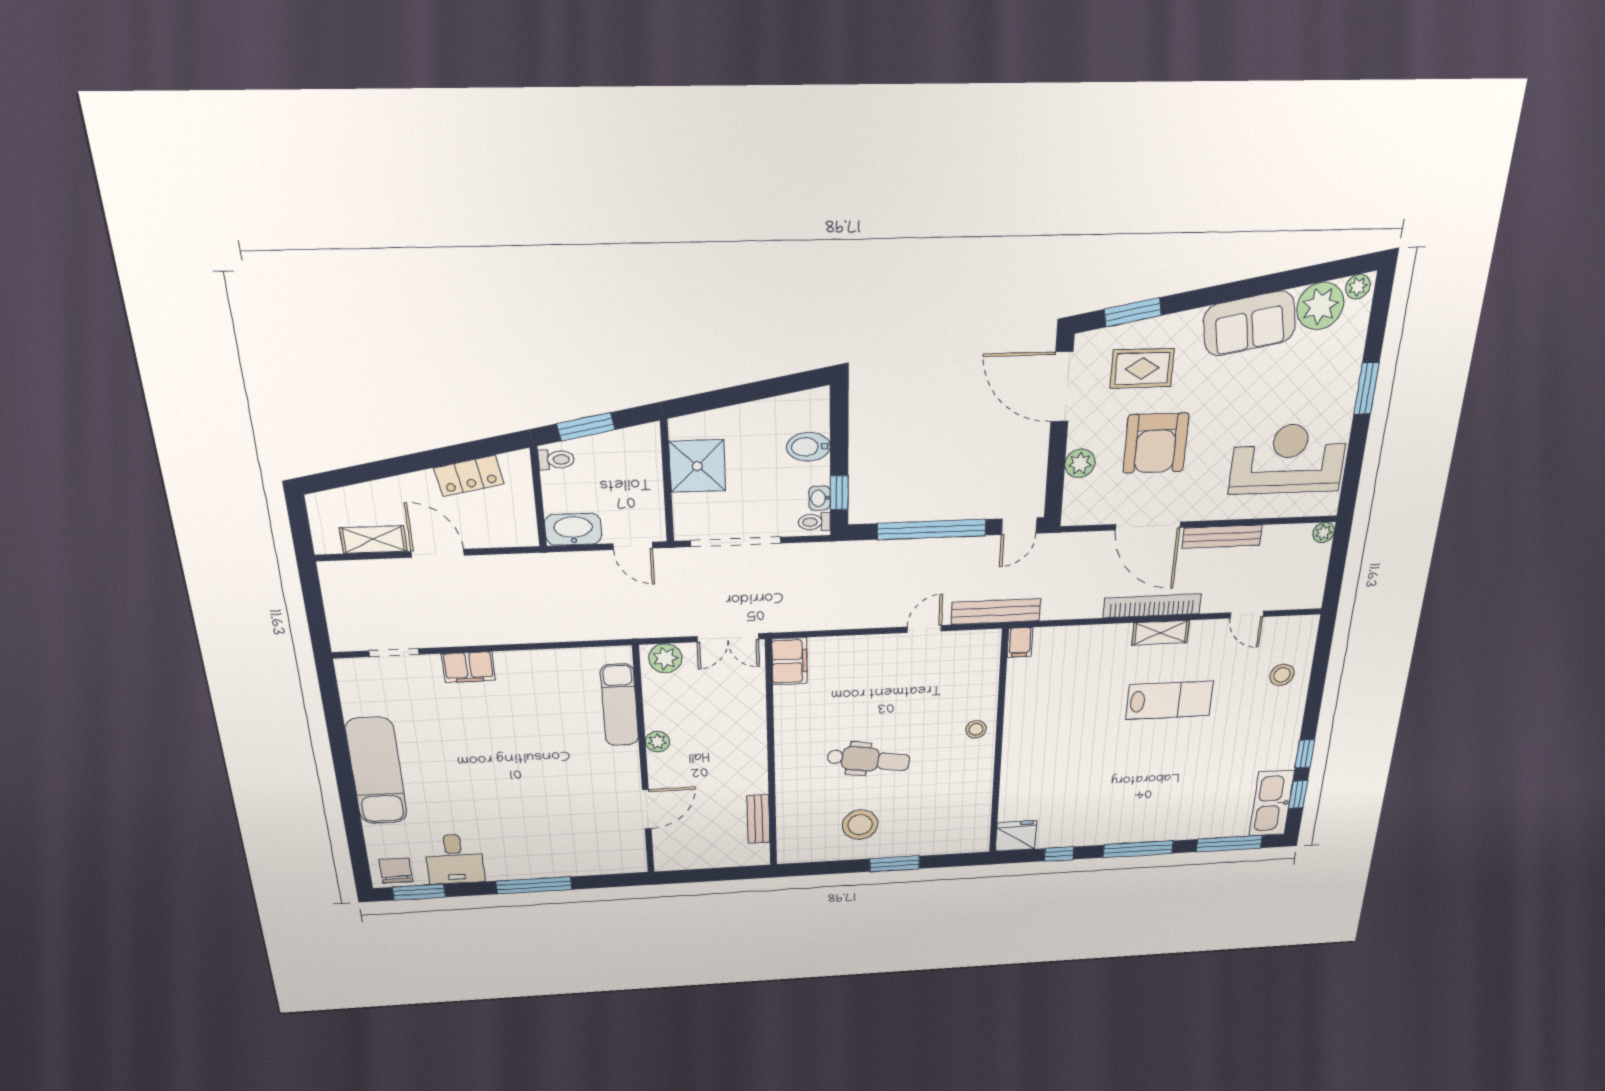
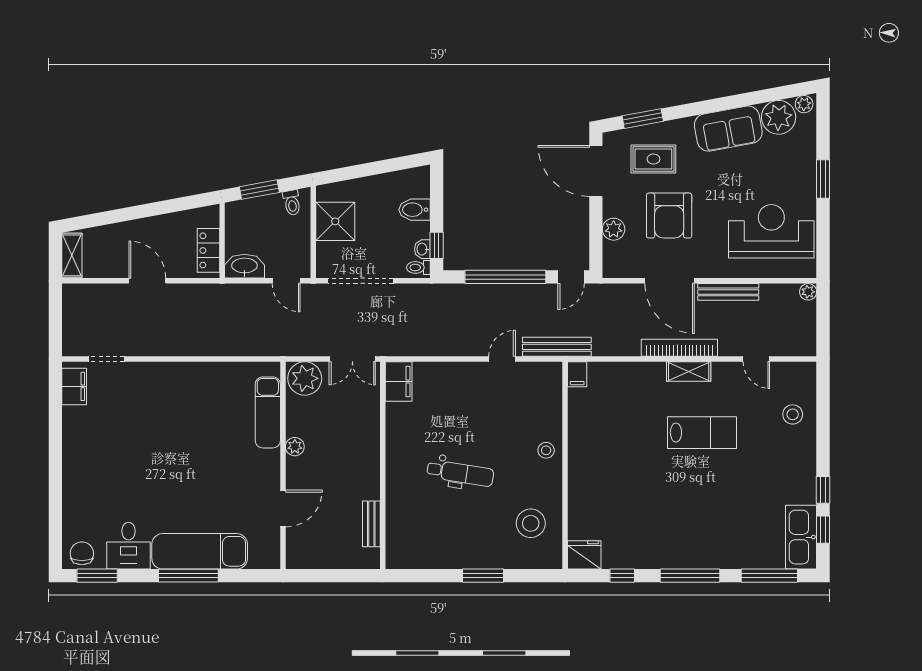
toilet: (556, 460) -> (292, 203), moved, turned 80
locker: (469, 476) -> (208, 250), moved, turned 100
shelving: (373, 540) -> (72, 255), moved, turned 90
plant: (665, 658) -> (305, 378), width x1.36, depth x1.36
filing cabinet: (469, 667) -> (74, 386), moved, turned -90
exam couch: (376, 771) -> (200, 551), moved, turned -90
stool: (860, 825) -> (531, 523), moved

